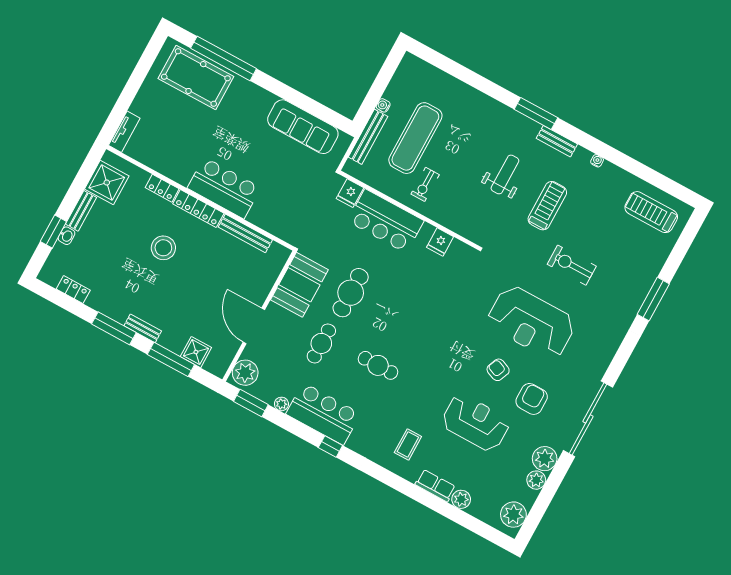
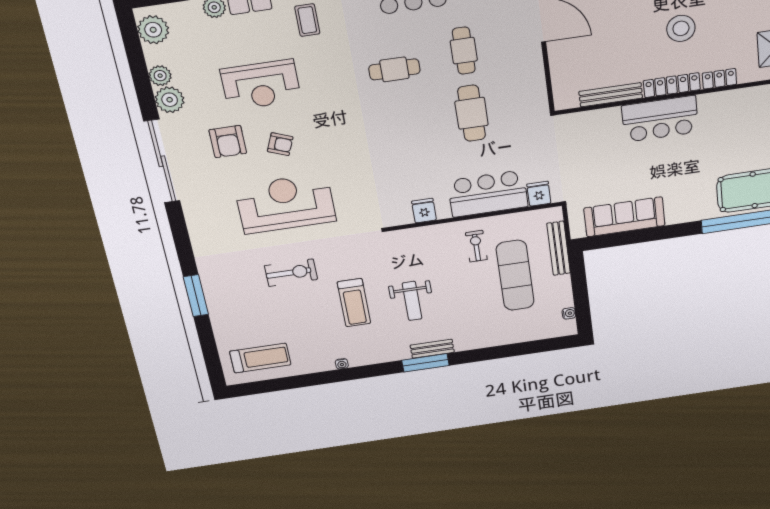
water cooler: (383, 105) -> (569, 313), moved
bench: (557, 141) -> (432, 349), moved
booth: (299, 285) -> (525, 87), removed

